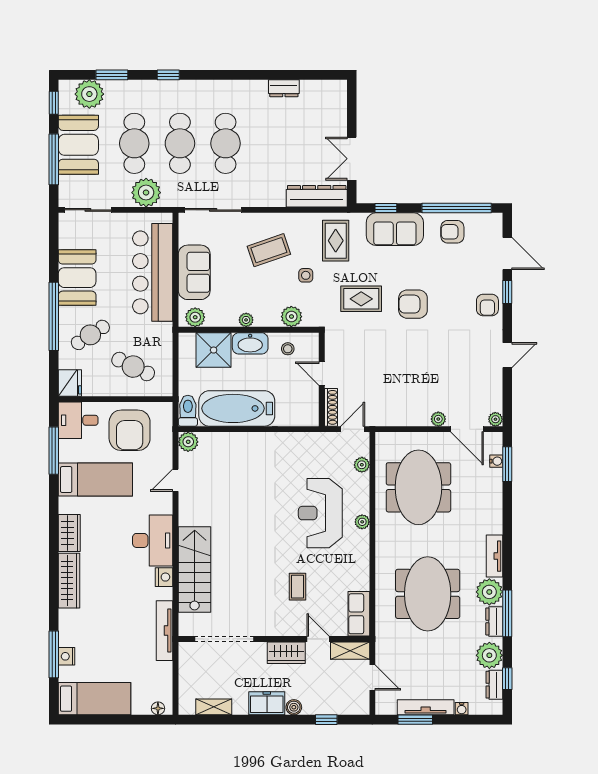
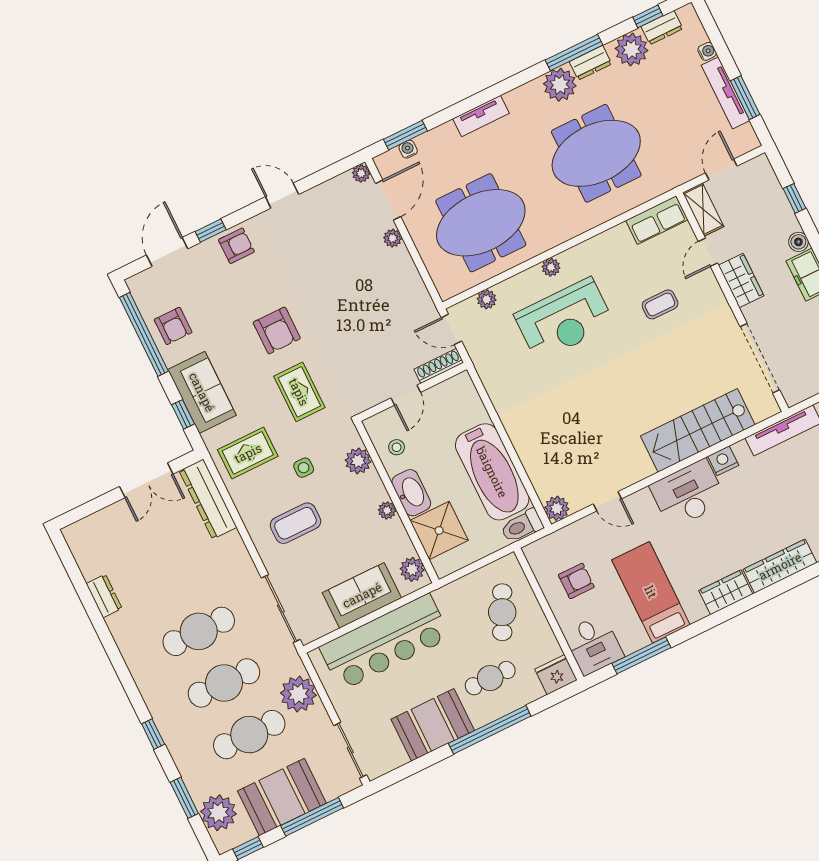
coffee table: (269, 250) -> (295, 523), turned -71
cafe table: (90, 335) -> (490, 678), turned -57
armchair: (130, 430) -> (576, 581), width x0.53, depth x0.53
tv unit: (495, 556) -> (481, 116), moved

